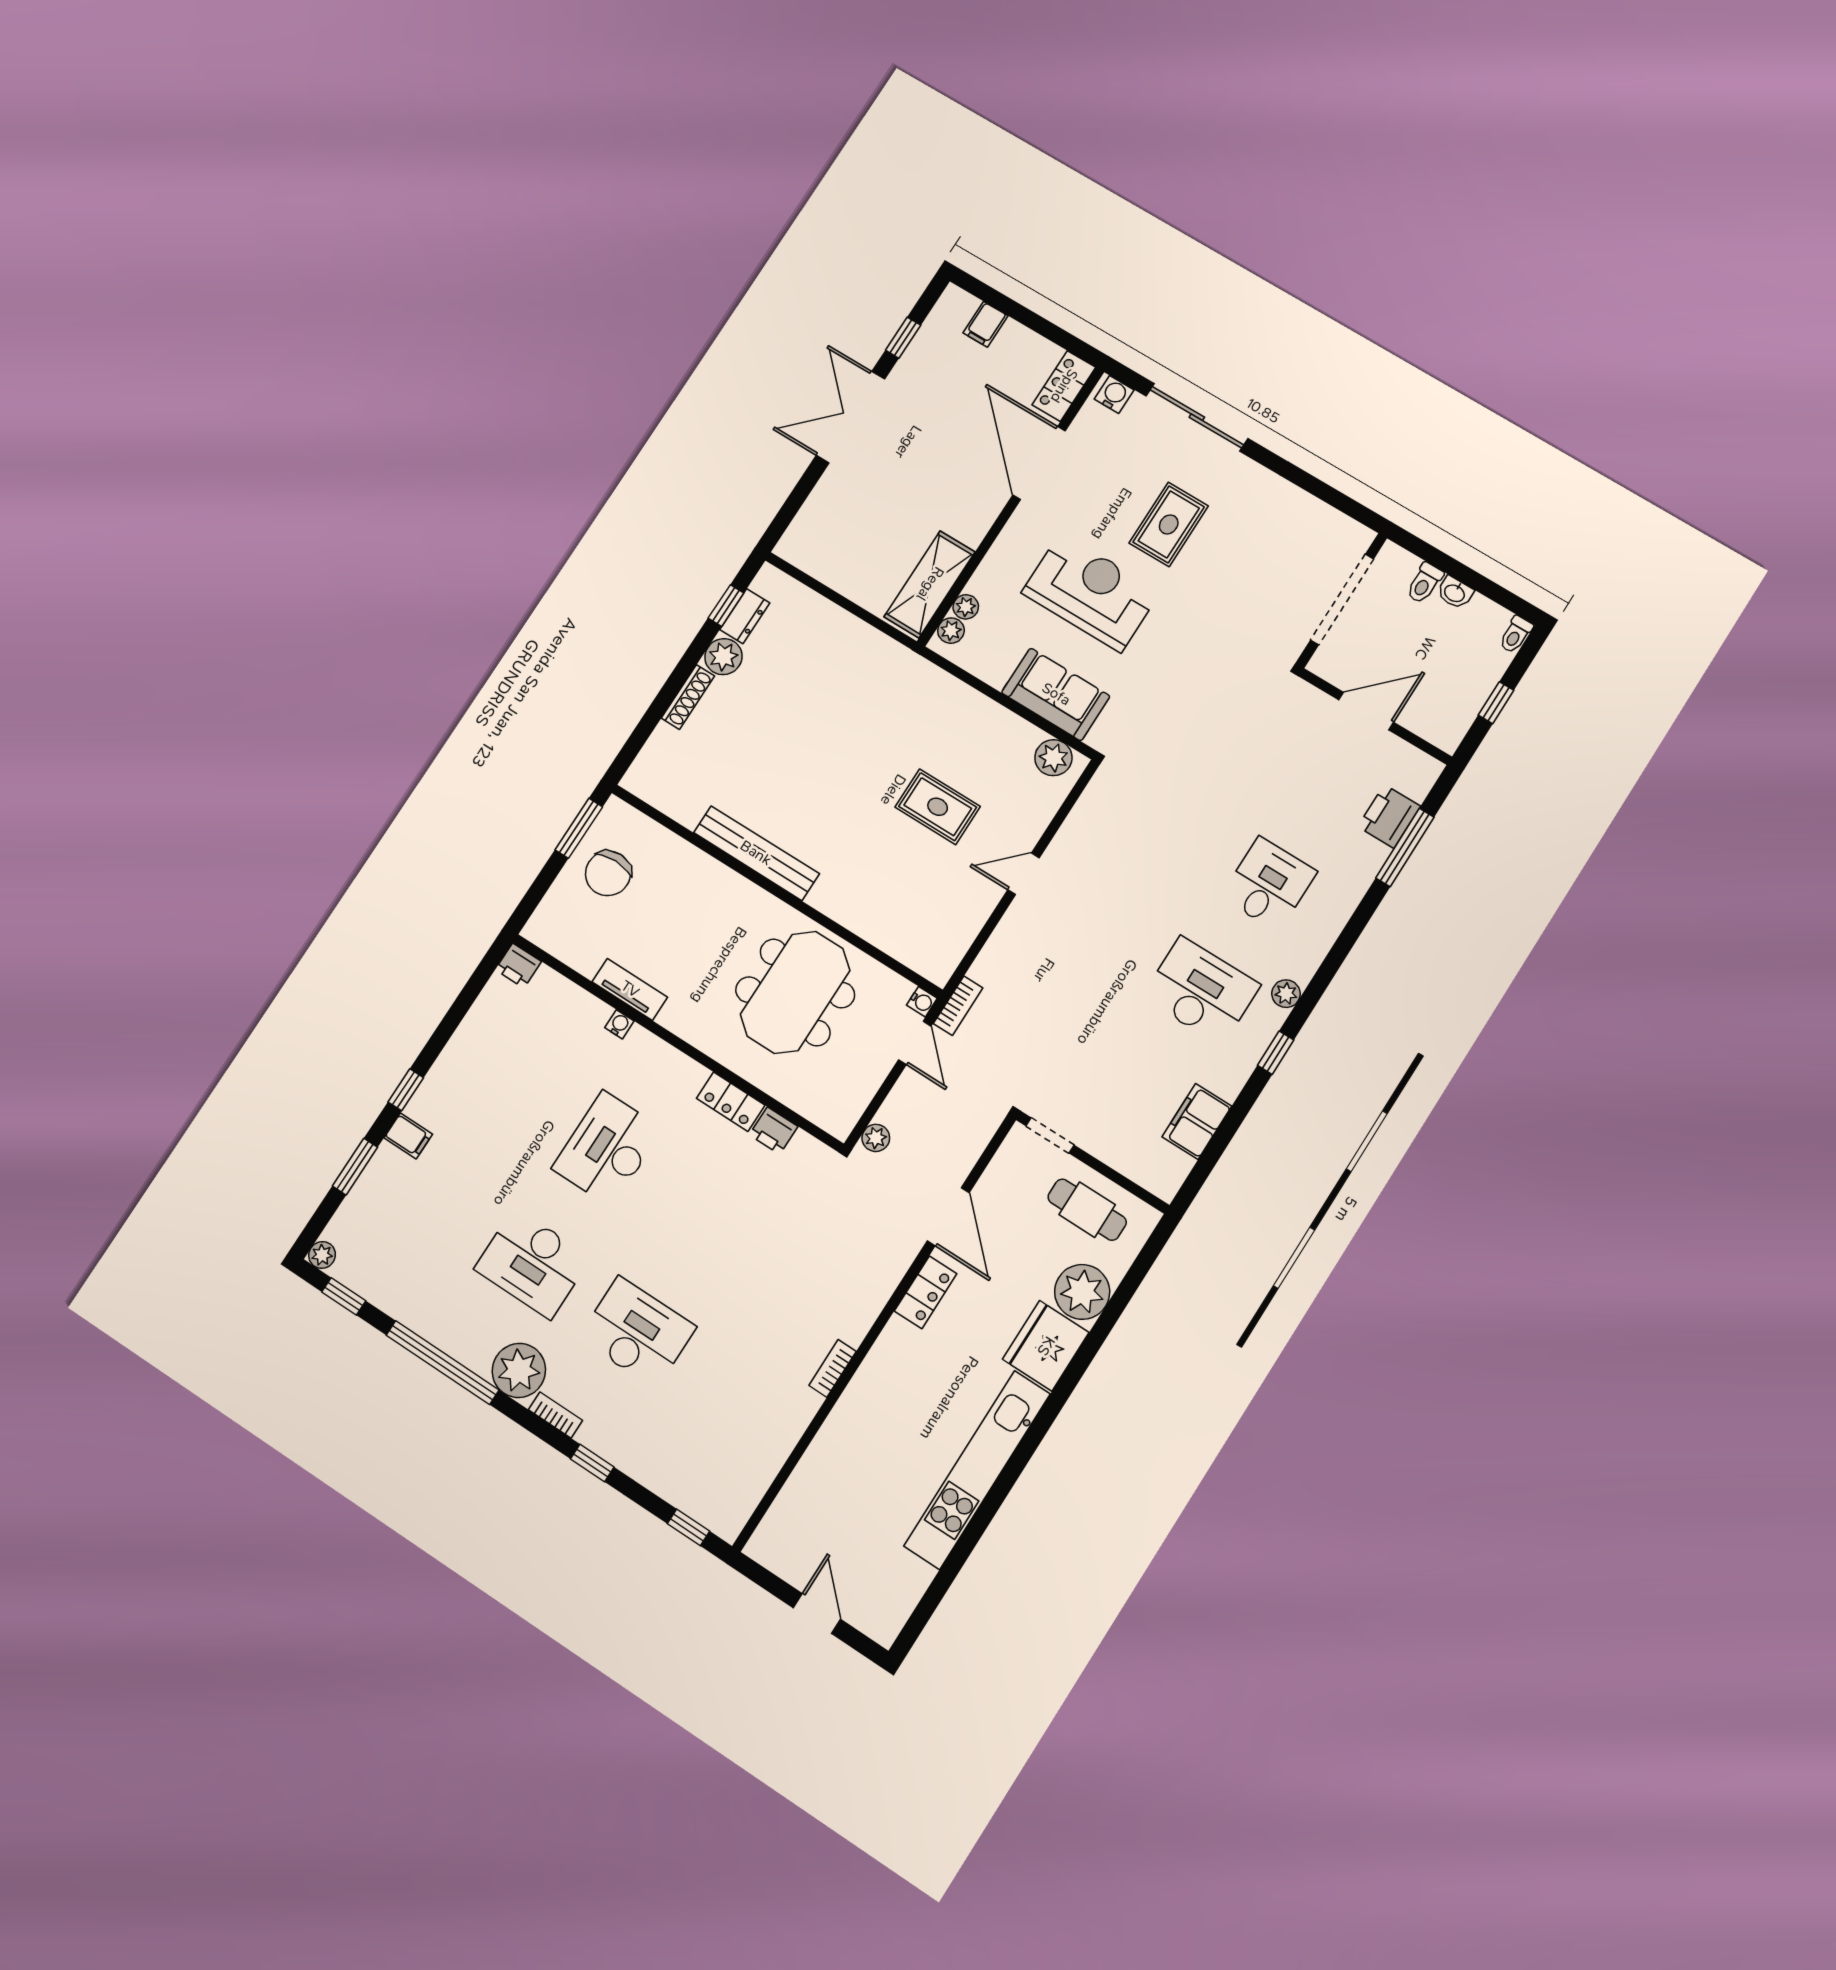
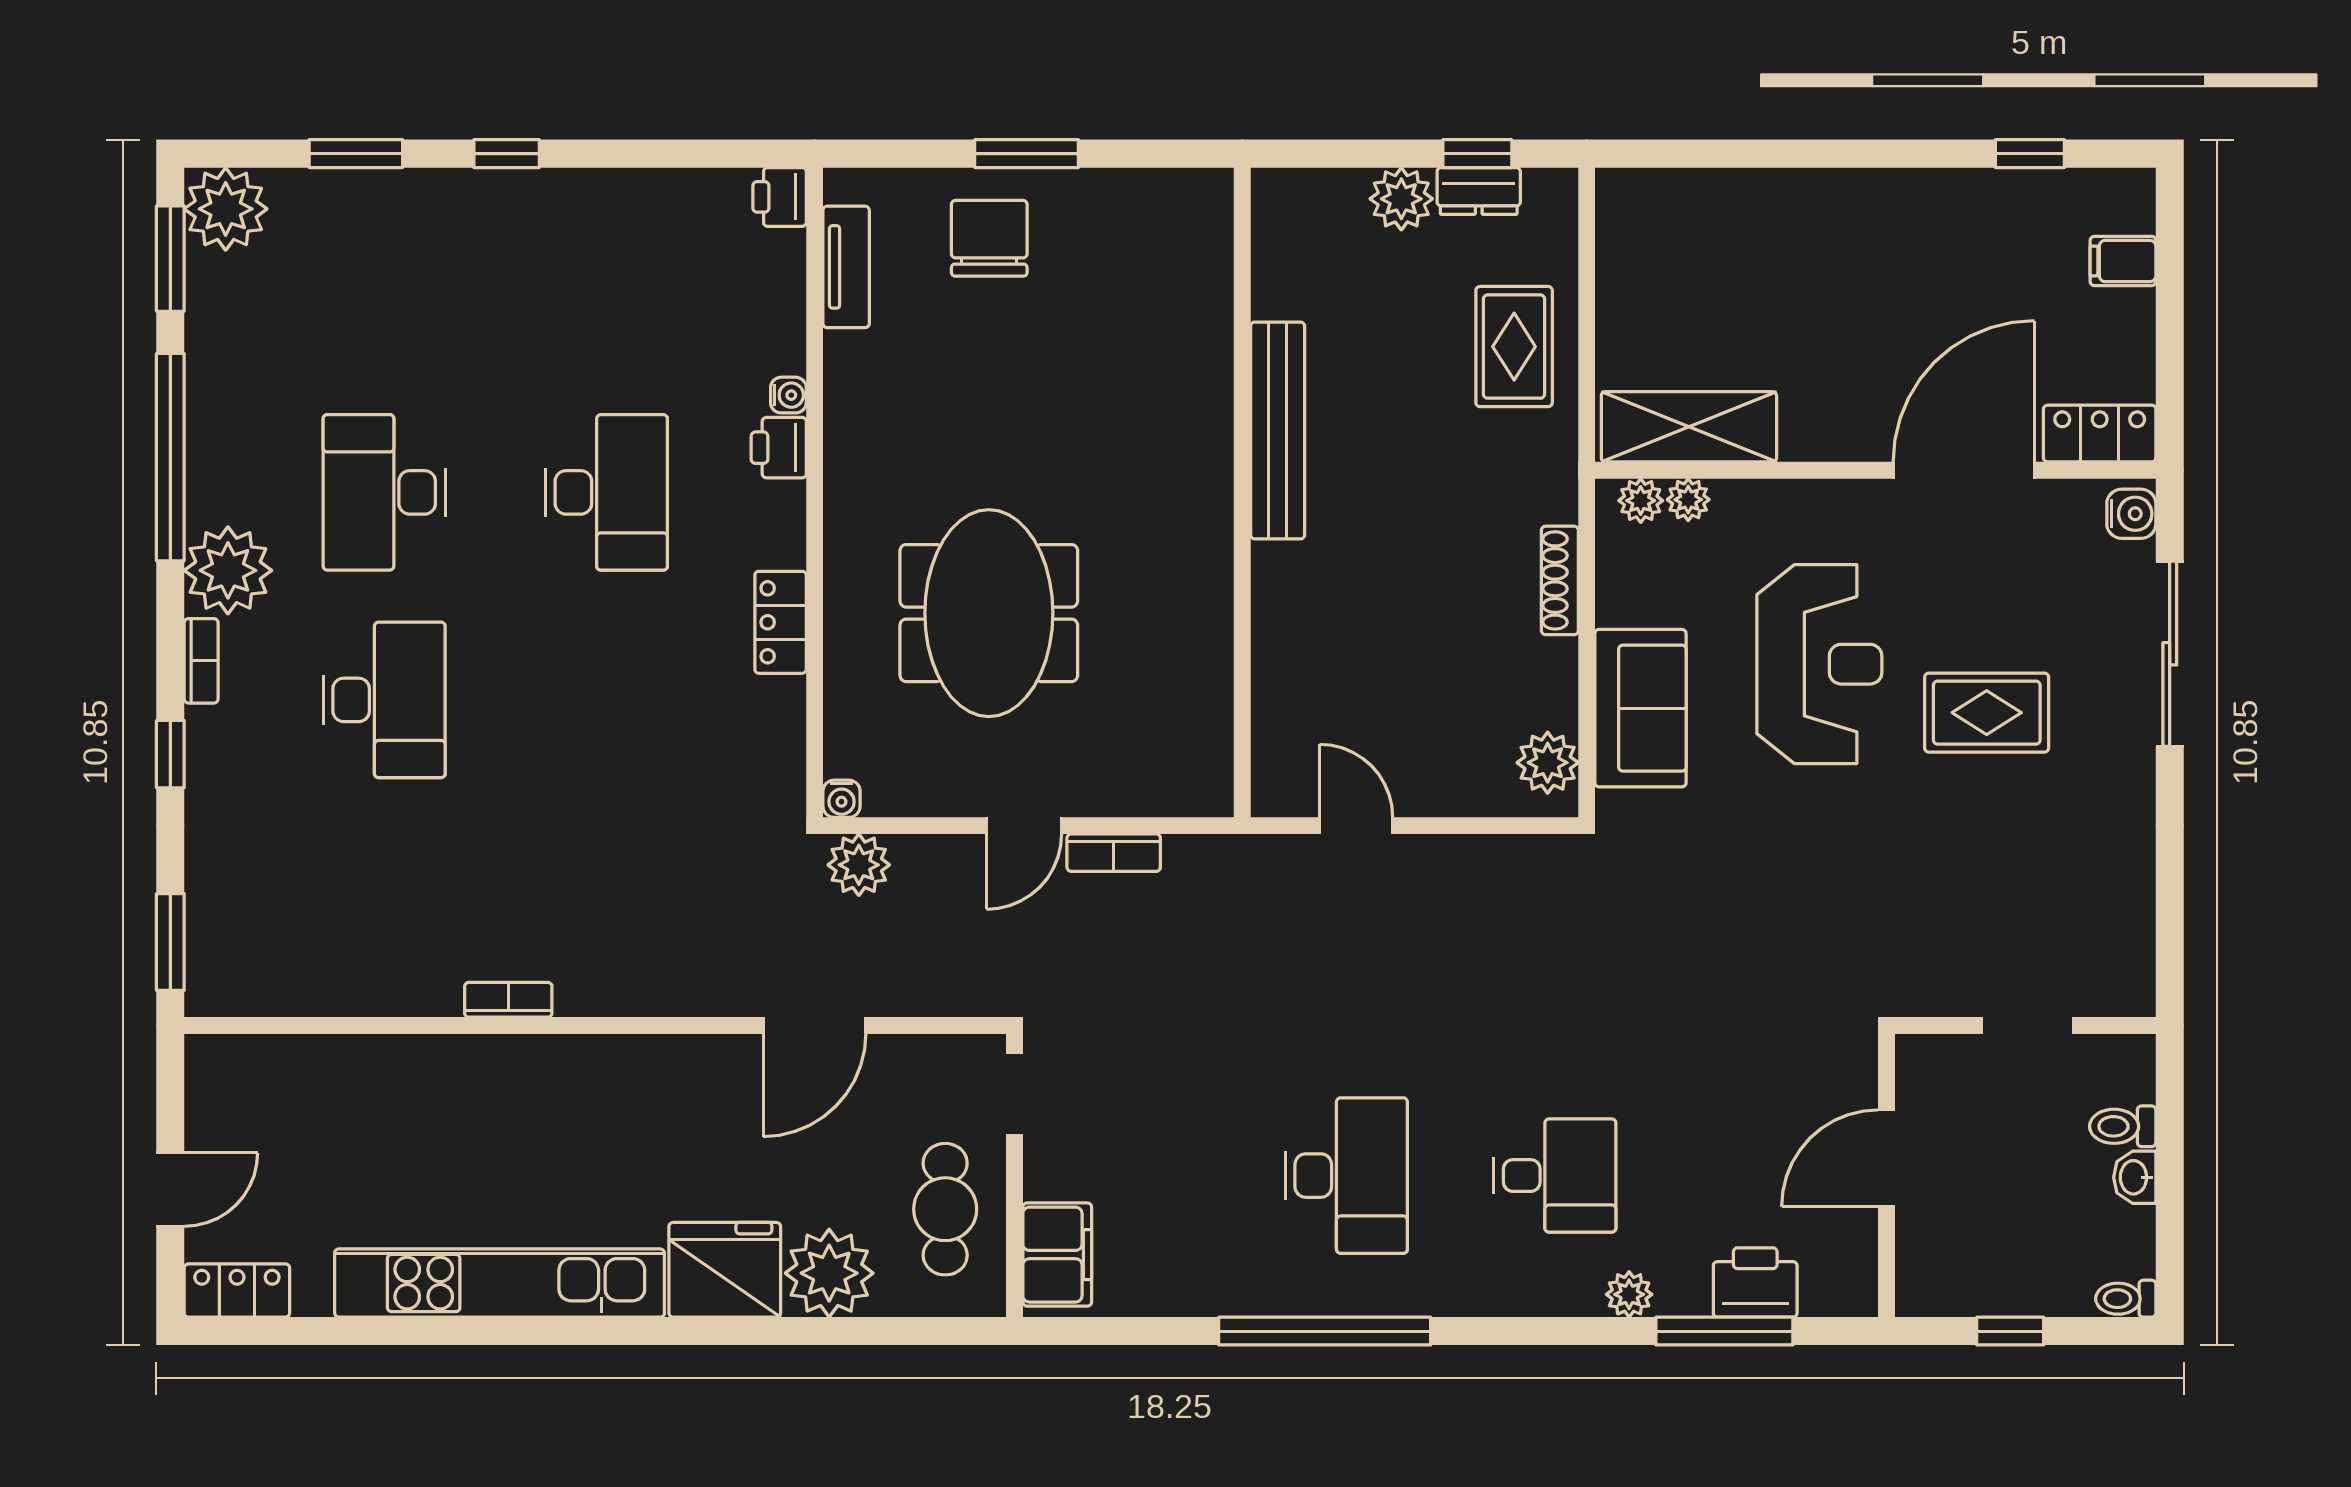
double door: (850, 417) -> (1865, 154), removed
doorway: (1342, 599) -> (2027, 1026), width x0.53
shoe rack: (688, 697) -> (1560, 580), moved, turned 90
door: (1366, 711) -> (1886, 1158), swing flipped
rug: (938, 807) -> (1514, 347), moved
bench: (756, 853) -> (1278, 431), moved
chair: (608, 873) -> (989, 238), turned 90
wall: (776, 890) -> (1242, 492), moved
tv unit: (630, 989) -> (846, 267), moved
meeting table: (795, 992) -> (989, 613), turned 90
plant: (1286, 994) -> (1629, 1294), moved
water cooler: (922, 1002) -> (842, 799), moved
window: (1276, 1053) -> (1325, 1331), width x3.17
filing cabinet: (1197, 1121) -> (1057, 1255), moved, turned 90
printer: (774, 1131) -> (779, 448), moved
filing cabinet: (408, 1136) -> (445, 200), removed
plant: (876, 1138) -> (859, 865), width x1.38, depth x1.38
desk: (607, 1149) -> (606, 492), turned 90
plant: (322, 1255) -> (226, 209), width x1.88, depth x1.88
locker: (926, 1292) -> (237, 1291), moved, turned 180
window: (344, 1296) -> (170, 259), width x1.50
window: (688, 1527) -> (170, 942), width x1.50

